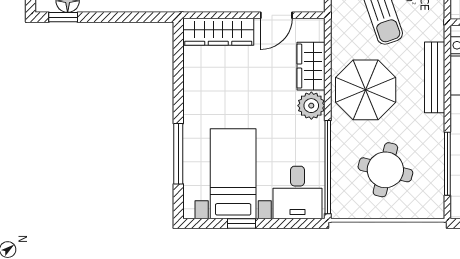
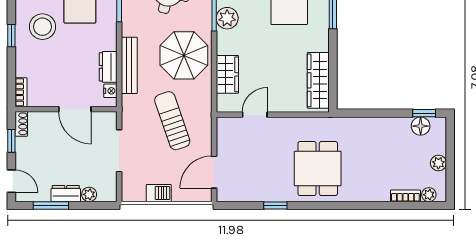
wardrobe: (218, 32) -> (318, 80), moved, turned -90
plant: (311, 106) -> (227, 18), moved

